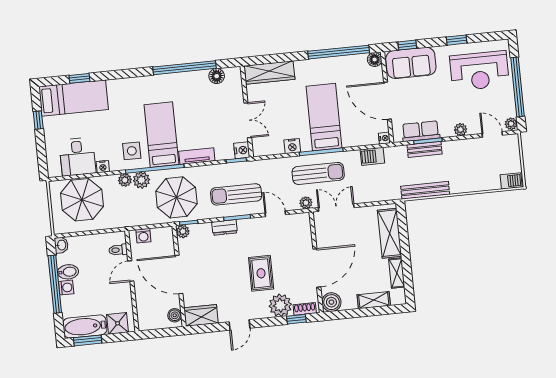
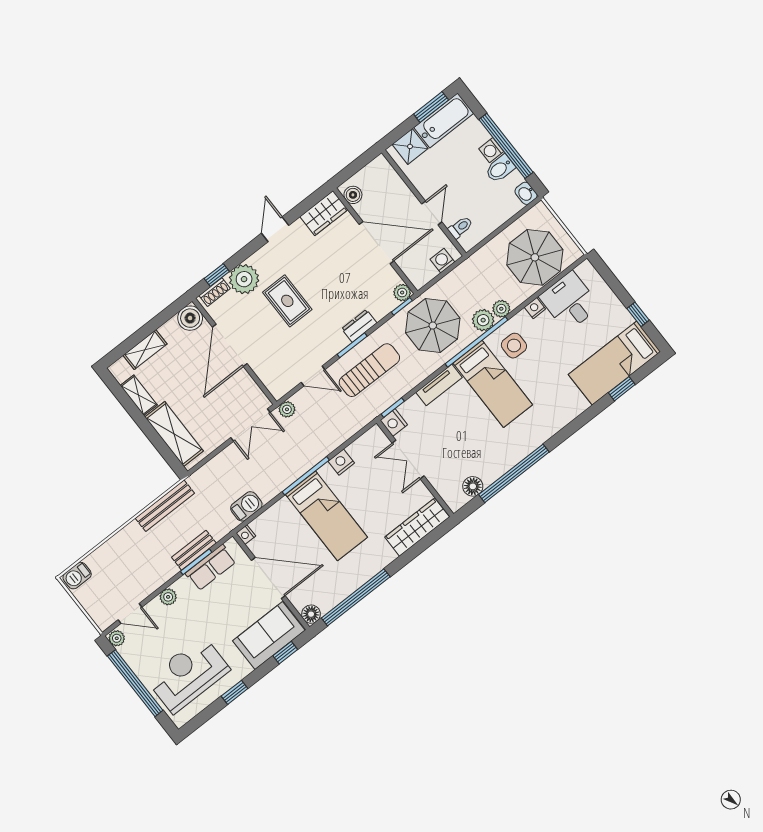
sun lounger: (318, 173) -> (294, 450), removed

